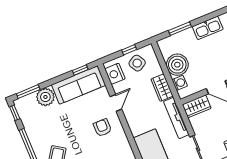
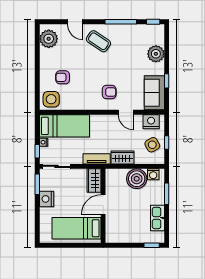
window: (80, 70) -> (167, 81), moved
washing machine: (180, 83) -> (153, 174), moved
sofa: (79, 85) -> (154, 93), width x0.73
window: (28, 92) -> (167, 41), removed
tv unit: (176, 118) -> (97, 159), width x0.71

